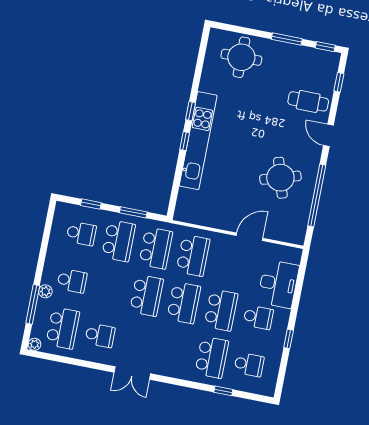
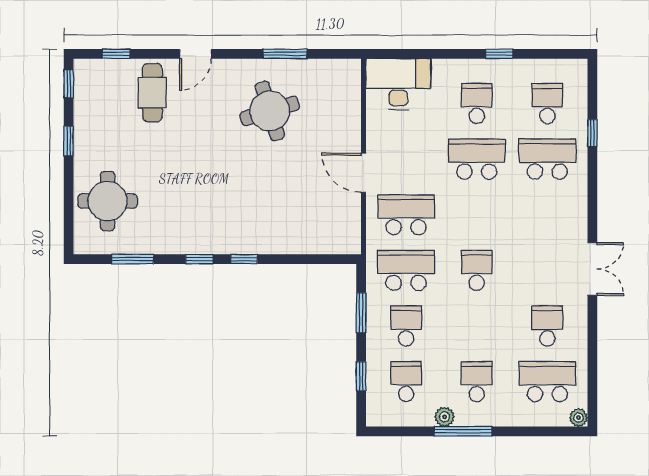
window: (287, 39) -> (69, 141), width x0.67
window: (199, 66) -> (133, 259), added
kitchen unit: (198, 141) -> (240, 240), removed
window: (317, 195) -> (285, 54), width x0.47
door: (250, 237) -> (363, 173), moved
school desk: (119, 241) -> (406, 326), width x0.54
desk: (278, 284) -> (398, 84), moved
plant: (45, 291) -> (444, 417), moved
school desk: (146, 295) -> (477, 270), width x0.54
school desk: (184, 303) -> (477, 215), removed
window: (33, 304) -> (463, 431), moved

